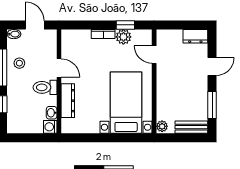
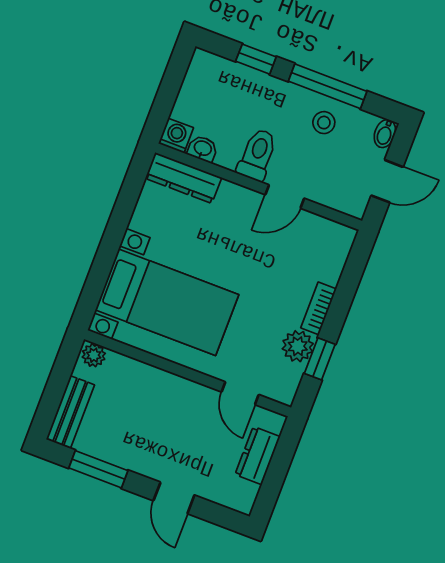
dresser: (195, 36) -> (258, 456), moved
door: (154, 55) -> (240, 393), swing flipped
dresser: (68, 101) -> (183, 178), moved

